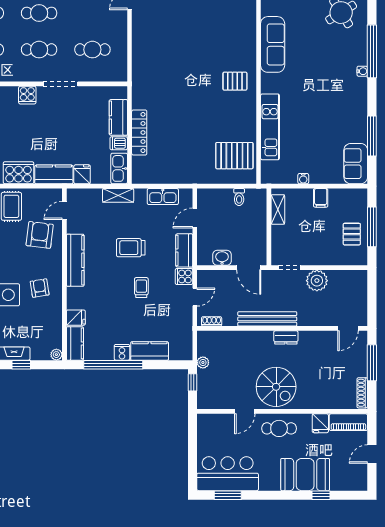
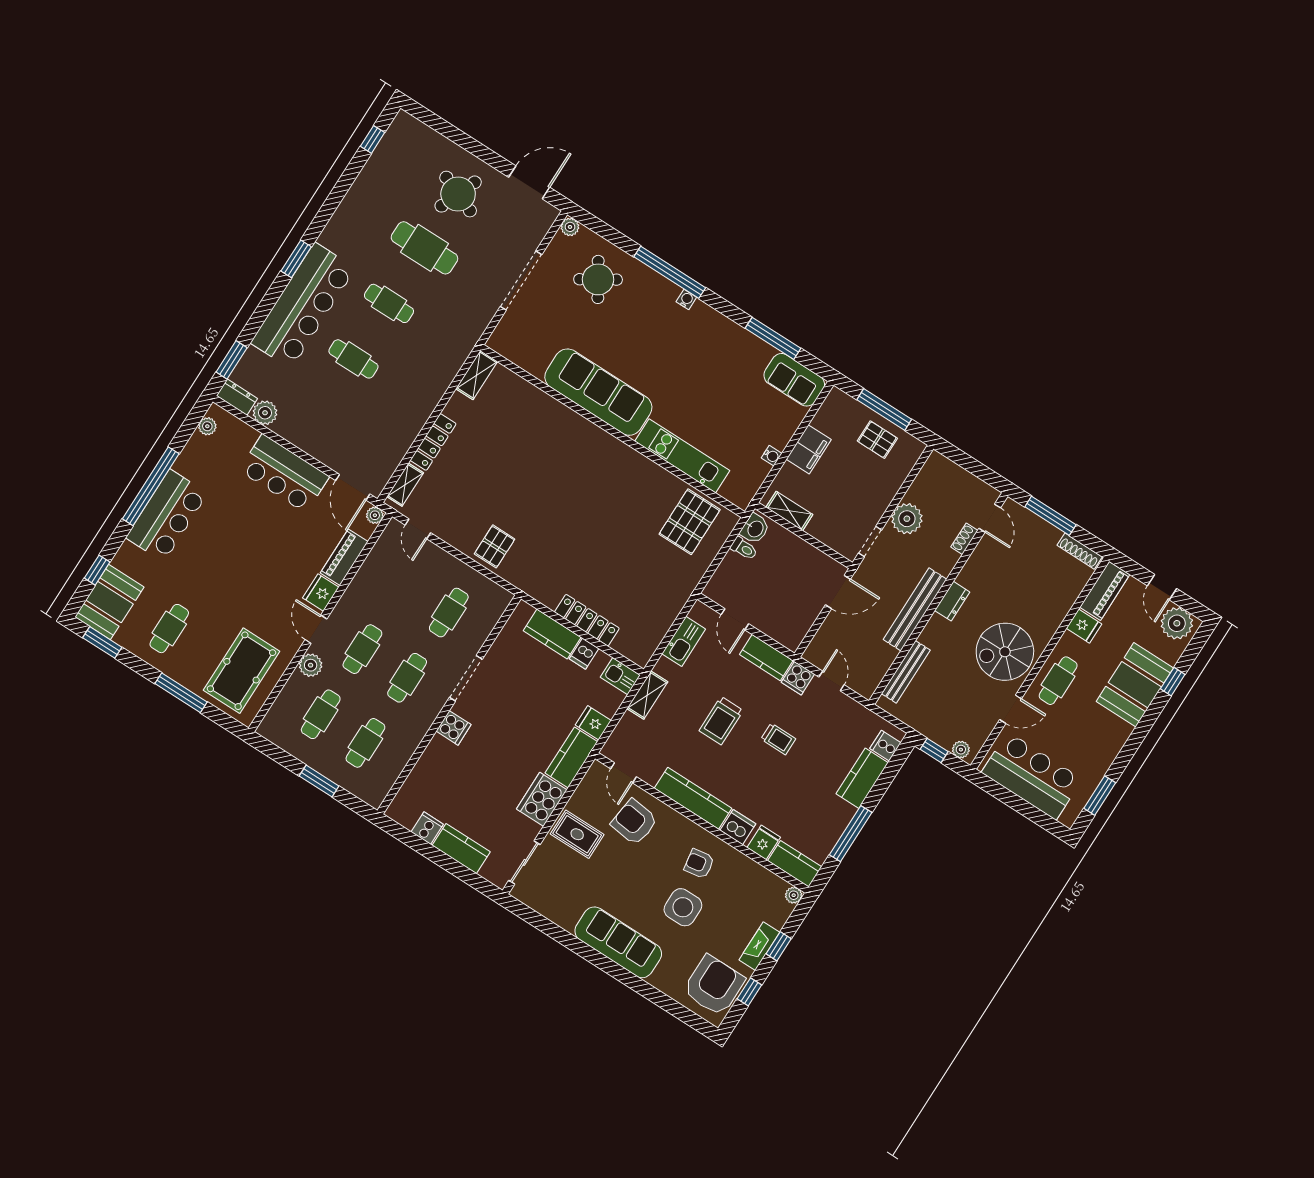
sofa: (273, 44) -> (598, 392), width x1.36, depth x1.27
pallet: (235, 81) -> (495, 546), moved
kitchen sink: (119, 168) -> (620, 676), width x0.73
filing cabinet: (321, 198) -> (809, 449), width x2.00
washbasin: (222, 258) -> (755, 529), moved, turned 180
trolley: (141, 288) -> (778, 739), turned 180
dishwasher: (75, 297) -> (738, 827), added
shoe rack: (212, 321) -> (964, 539), moved
bench: (228, 337) -> (906, 672), added
cooker: (122, 352) -> (885, 746), moved
plant: (203, 363) -> (961, 750), moved
window: (113, 365) -> (851, 834), width x0.68
spiral stairs: (276, 387) -> (1005, 652), turned 180
door: (245, 411) -> (1011, 709), hinge flipped
bar counter: (228, 474) -> (1032, 776), moved, turned 90
plant: (356, 476) -> (1177, 623), added

